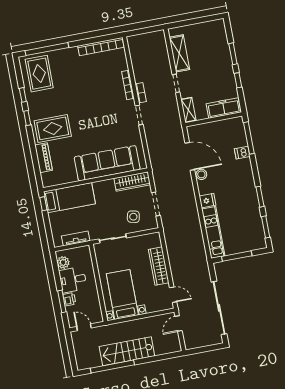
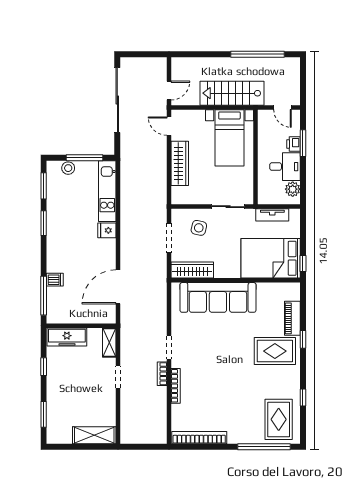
shelving: (179, 53) -> (94, 435), moved, turned 90
window: (233, 54) -> (44, 414), moved
window: (27, 118) -> (303, 339), moved
door: (190, 156) -> (118, 287), hinge flipped
stool: (201, 174) -> (68, 168), moved
bed: (69, 198) -> (271, 258), width x1.50
stairs: (127, 351) -> (232, 93), moved, turned 180

